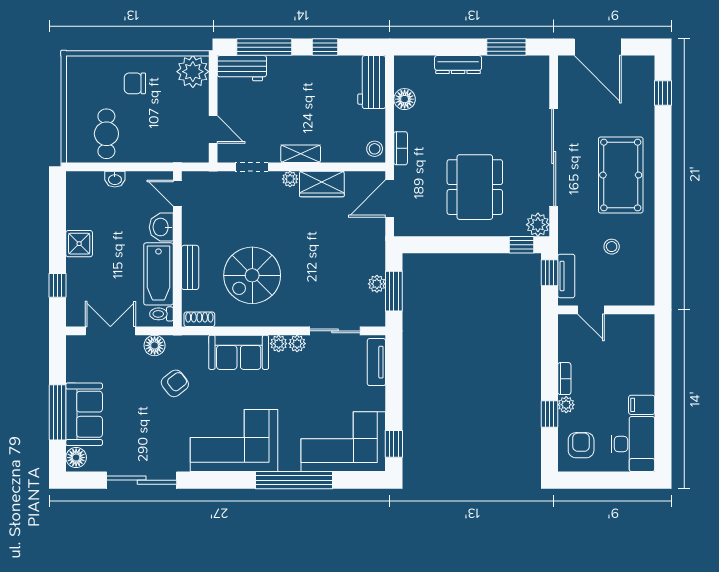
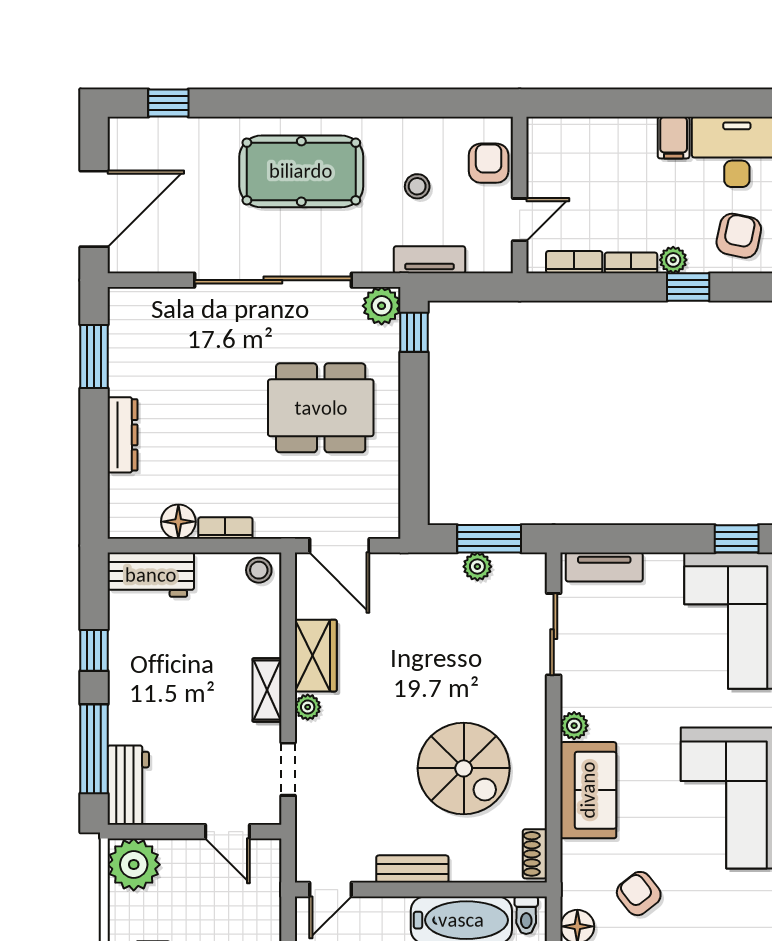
door: (213, 129) -> (228, 832), swing flipped
bookcase: (401, 148) -> (225, 528), moved
washbasin: (161, 227) -> (385, 916), removed
bench: (190, 267) -> (412, 869), moved
window: (549, 273) -> (460, 287), removed
tv unit: (566, 276) -> (430, 260), moved
armchair: (626, 291) -> (489, 163), added
plant: (297, 344) -> (574, 696), removed
bookcase: (565, 344) -> (574, 262), added
armchair: (581, 445) -> (739, 236), turned 102

